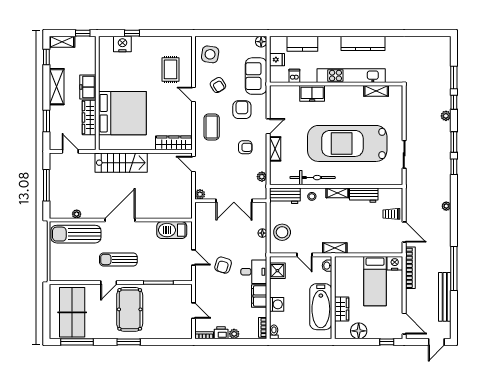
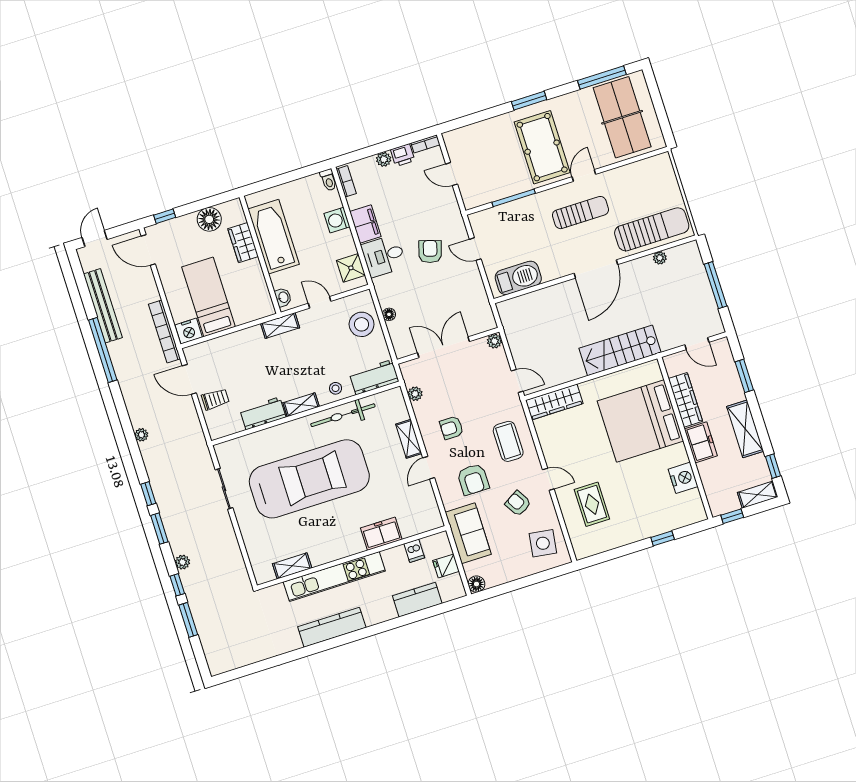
nightstand: (122, 44) -> (683, 478), moved, turned -90

